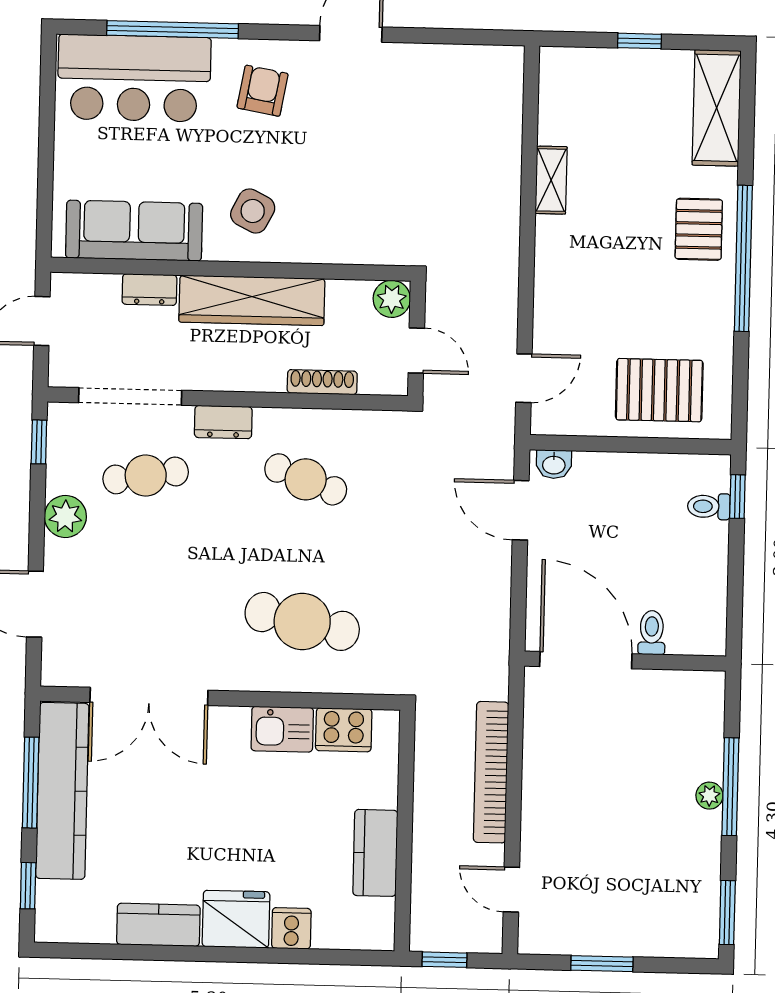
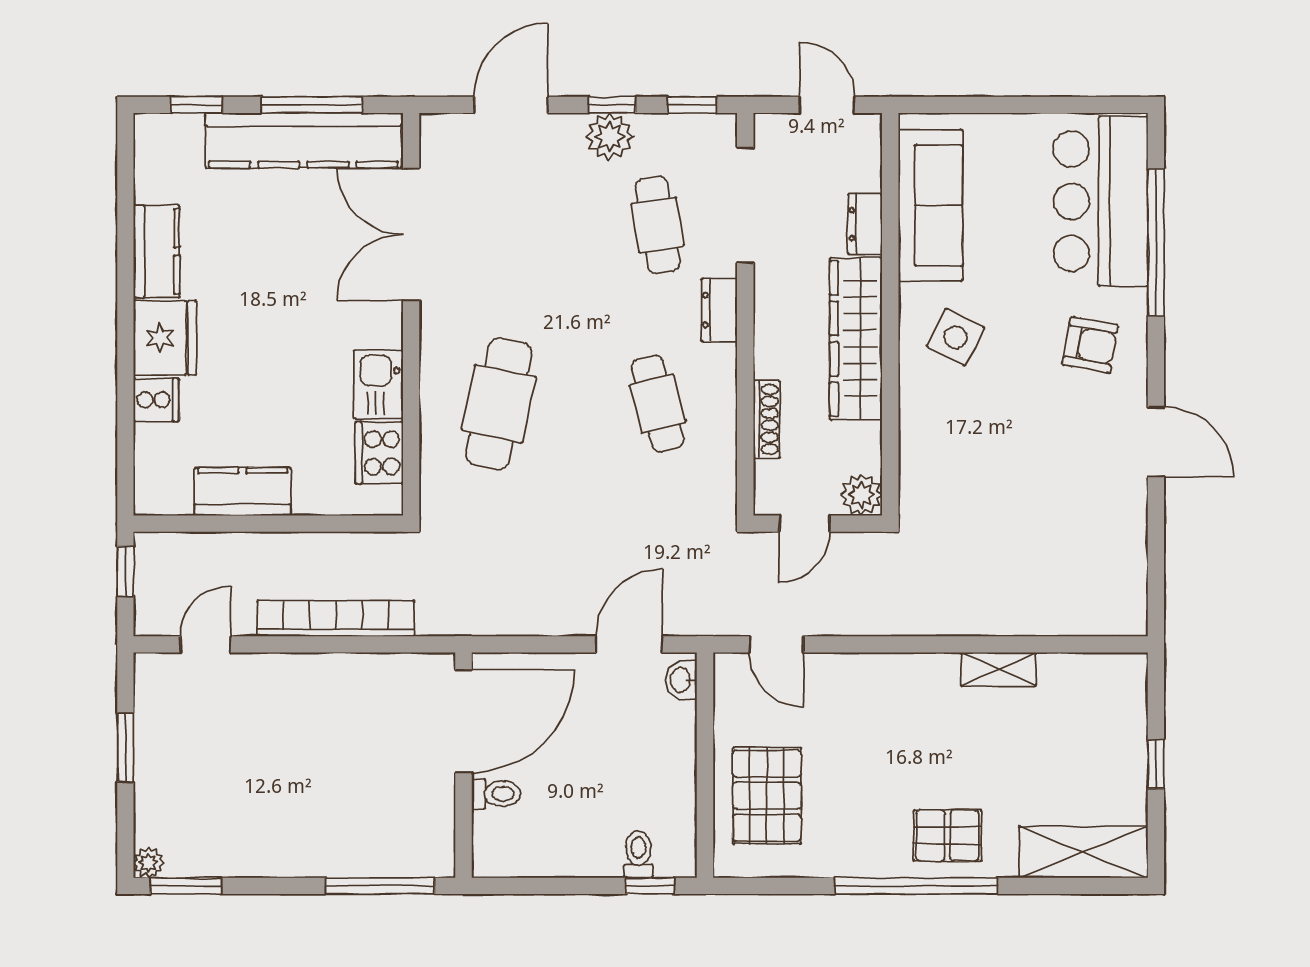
cafe table: (306, 479) -> (658, 404), turned -36
window: (37, 514) -> (612, 105), added
window: (730, 787) -> (380, 886), moved
plant: (709, 796) -> (148, 863), moved

